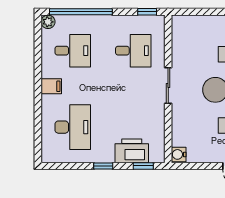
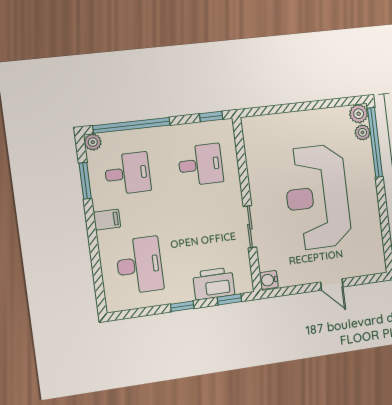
window: (38, 53) -> (85, 181), added
sliding door: (168, 86) -> (250, 227), moved

